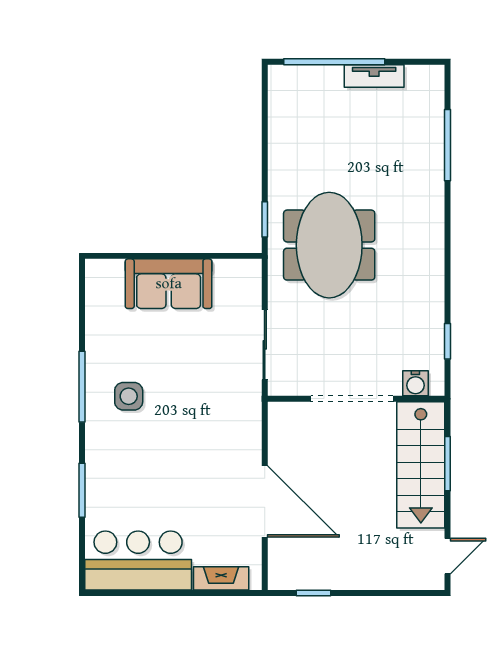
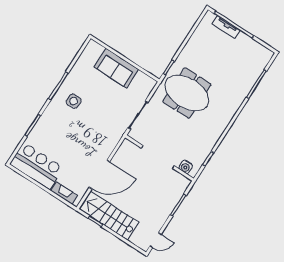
tv unit: (374, 76) -> (226, 27), moved
meeting table: (329, 245) -> (187, 93), turned 90
stairs: (421, 465) -> (109, 216), moved, turned 90
door: (265, 501) -> (99, 175), hinge flipped

